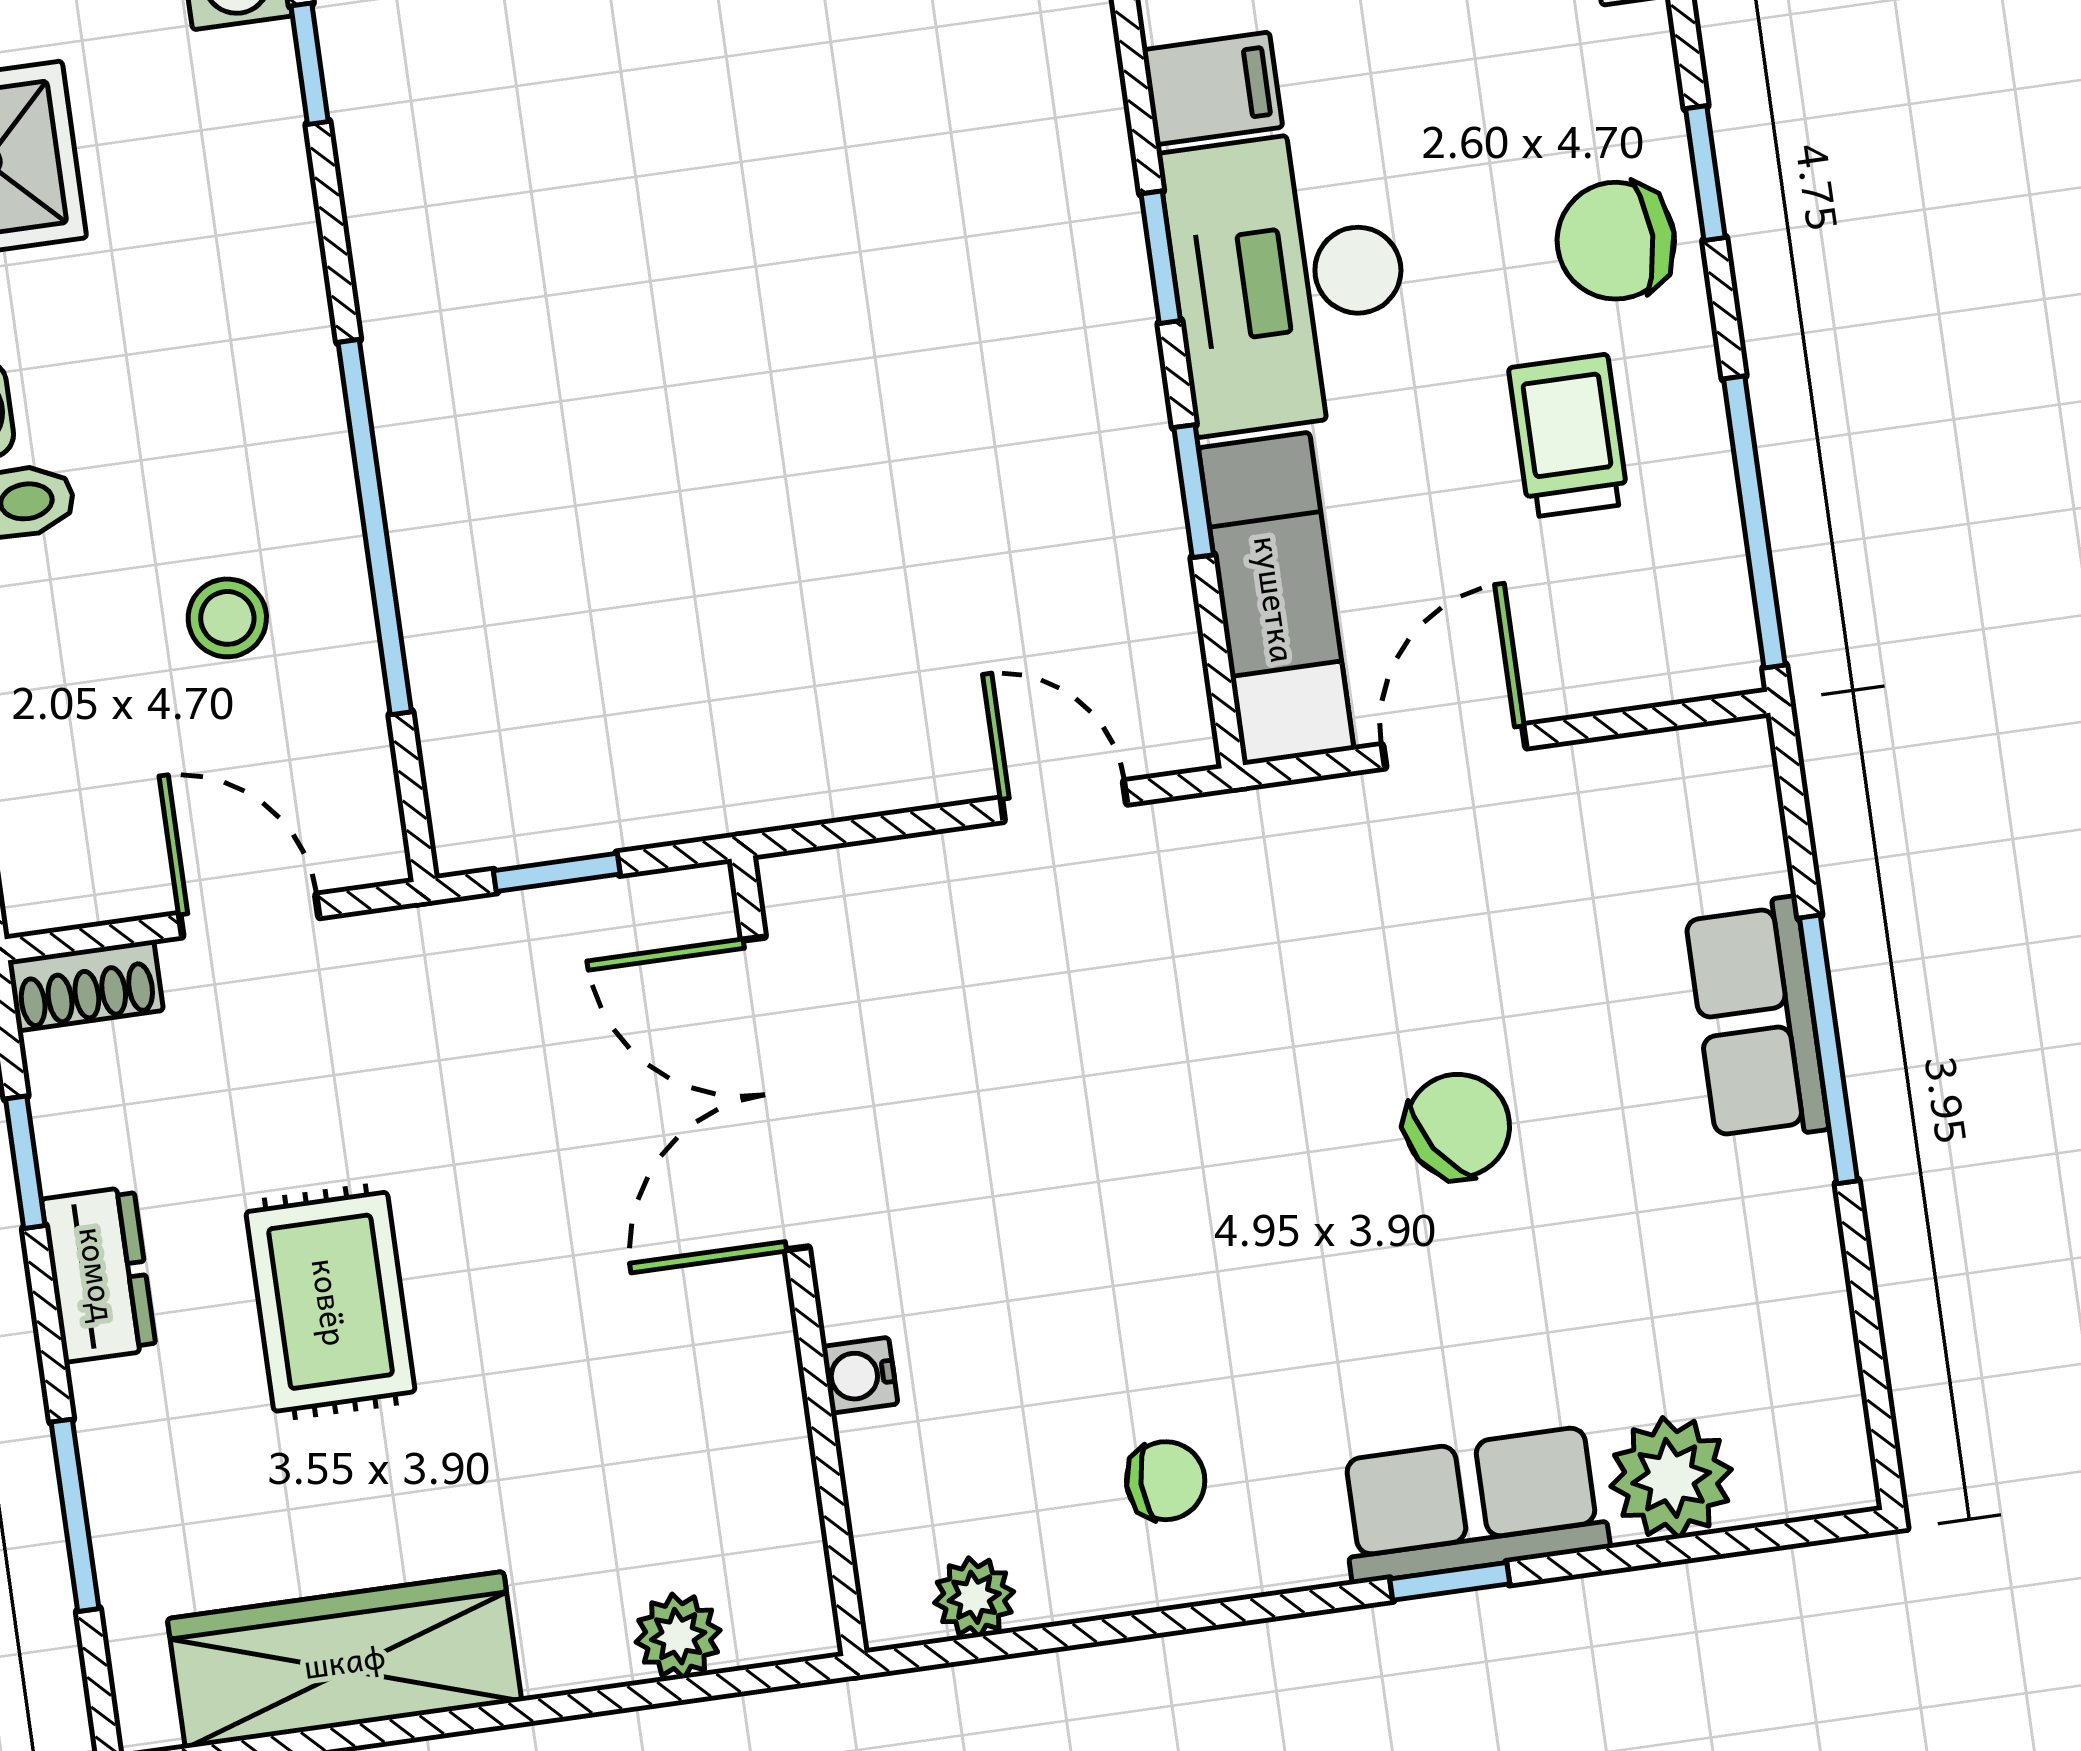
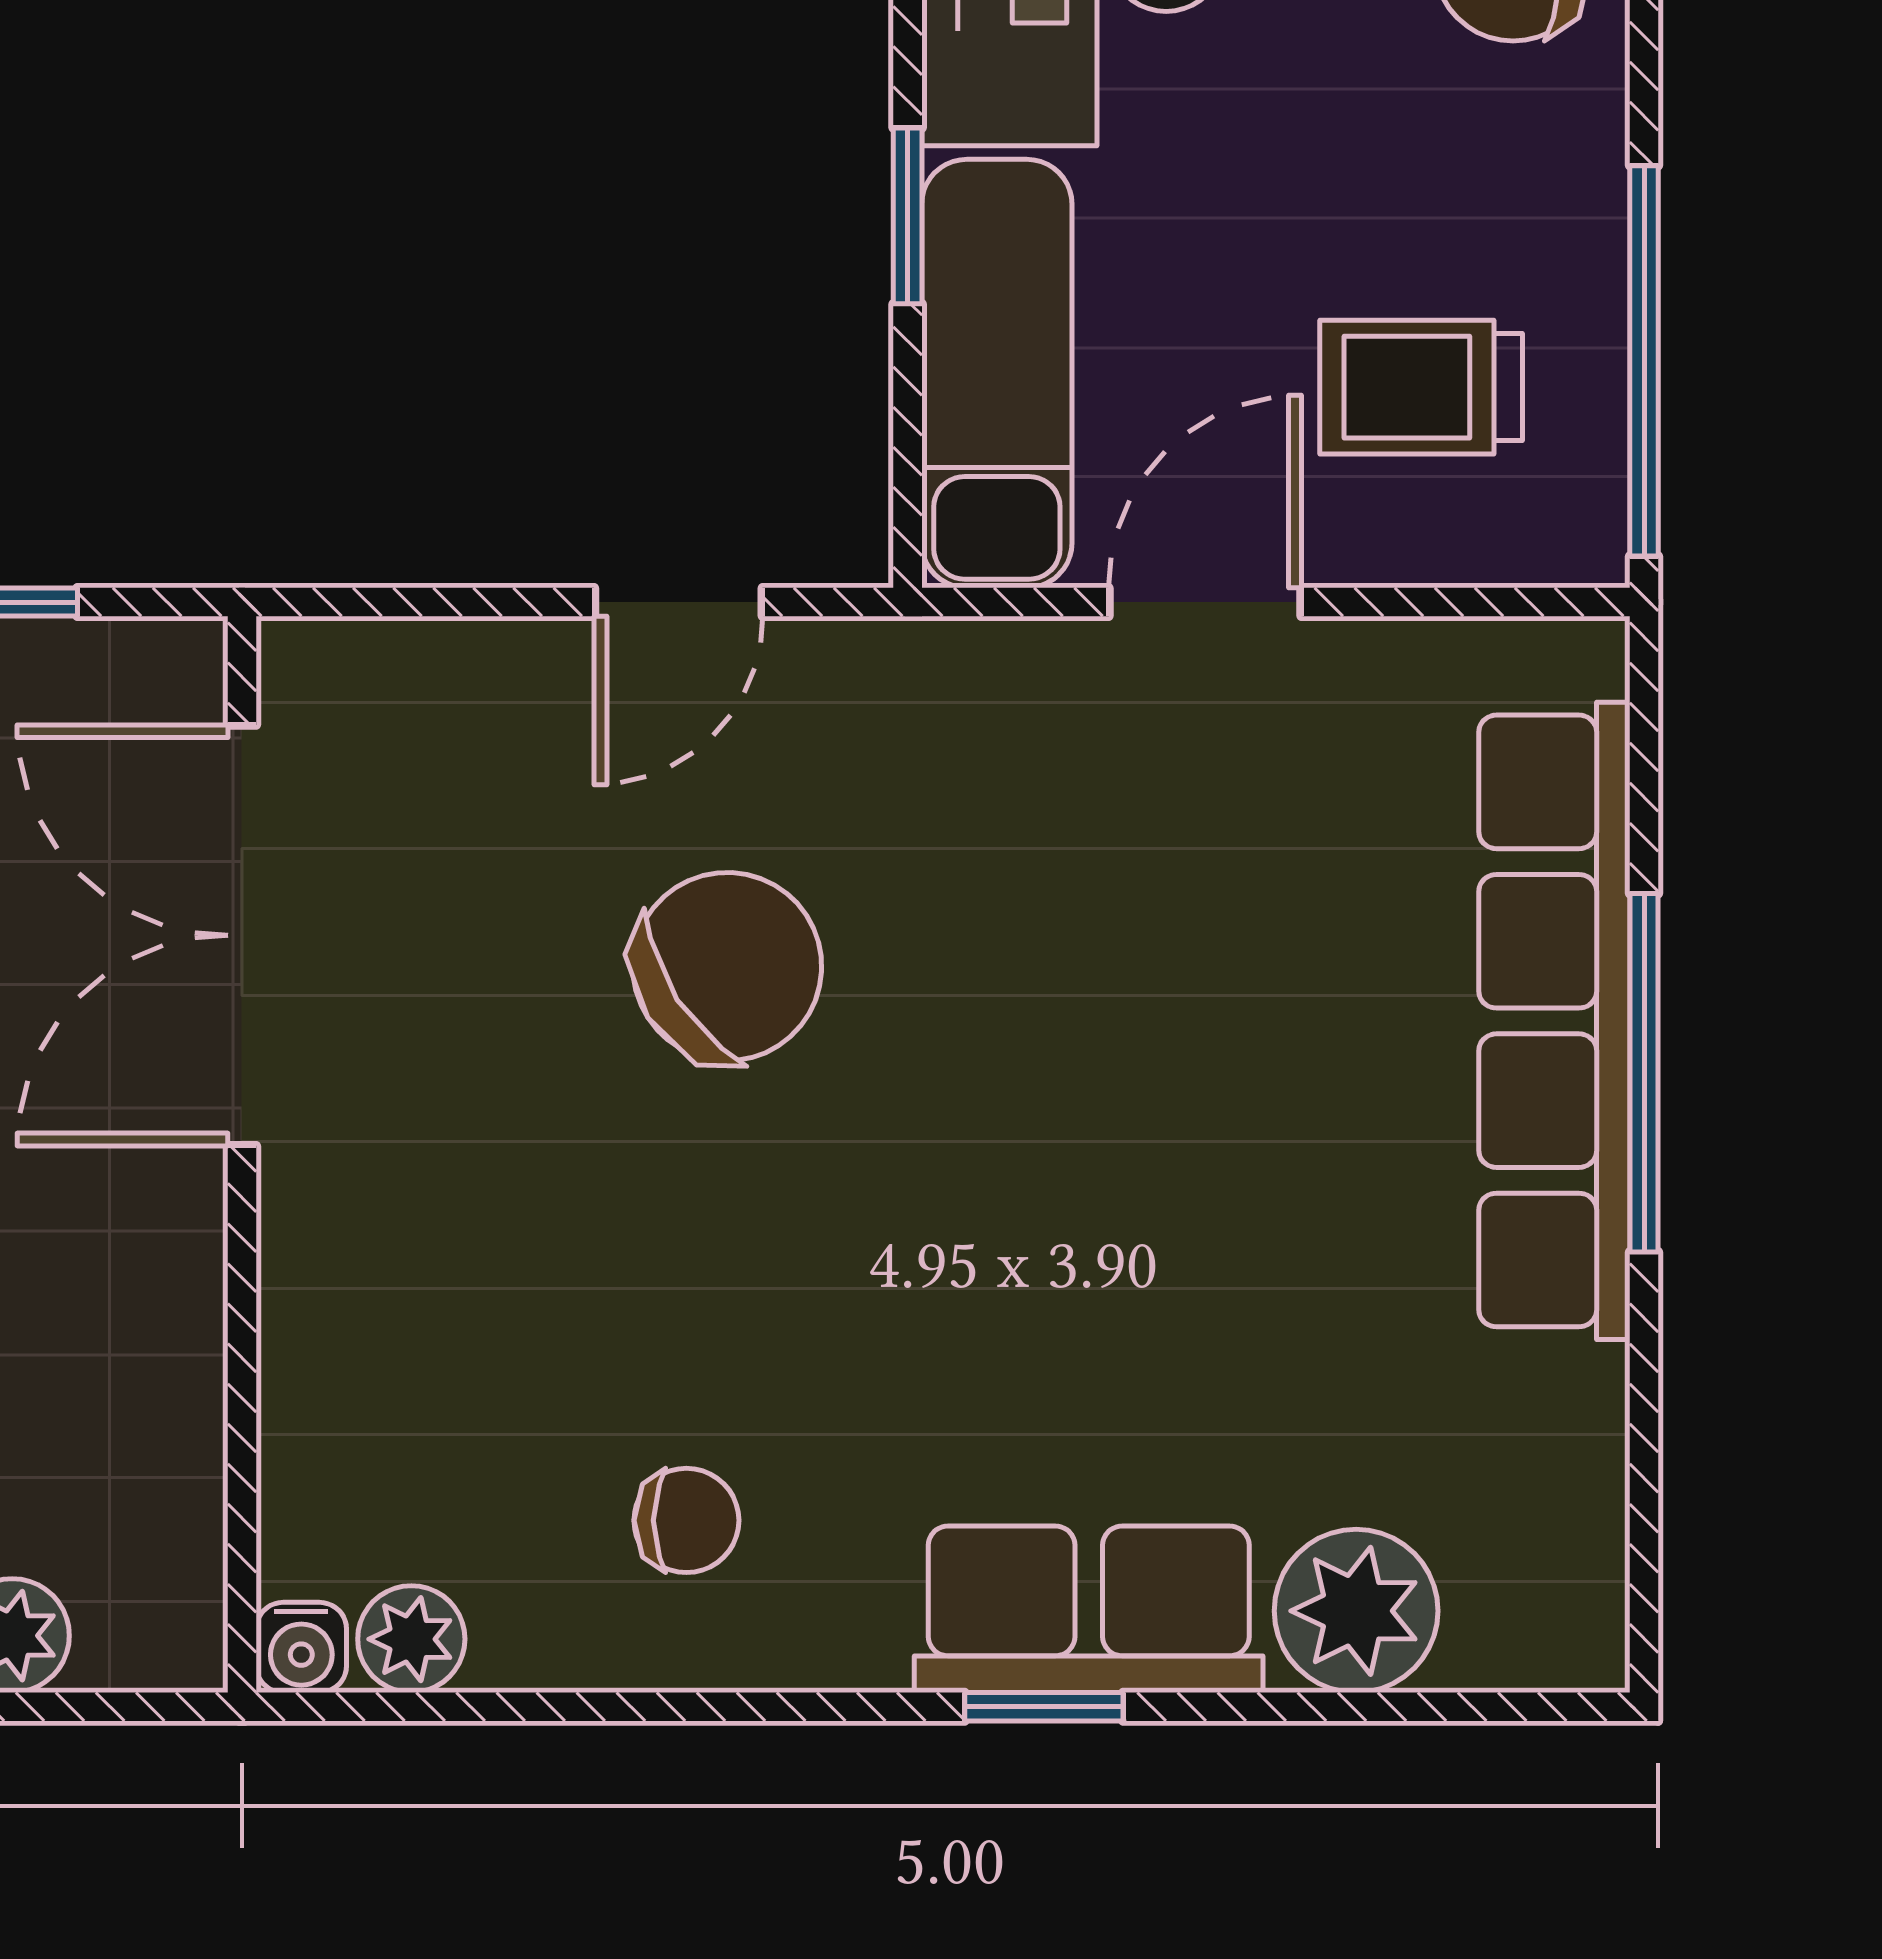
trolley: (1568, 436) -> (1421, 387), moved, turned -90
door: (1064, 801) -> (678, 602), swing flipped
row of seats: (1757, 1020) -> (1554, 1021), width x2.02
chair: (1458, 1126) -> (727, 967), moved, width x1.37, depth x1.37
water cooler: (860, 1375) -> (301, 1647), moved, turned -90

